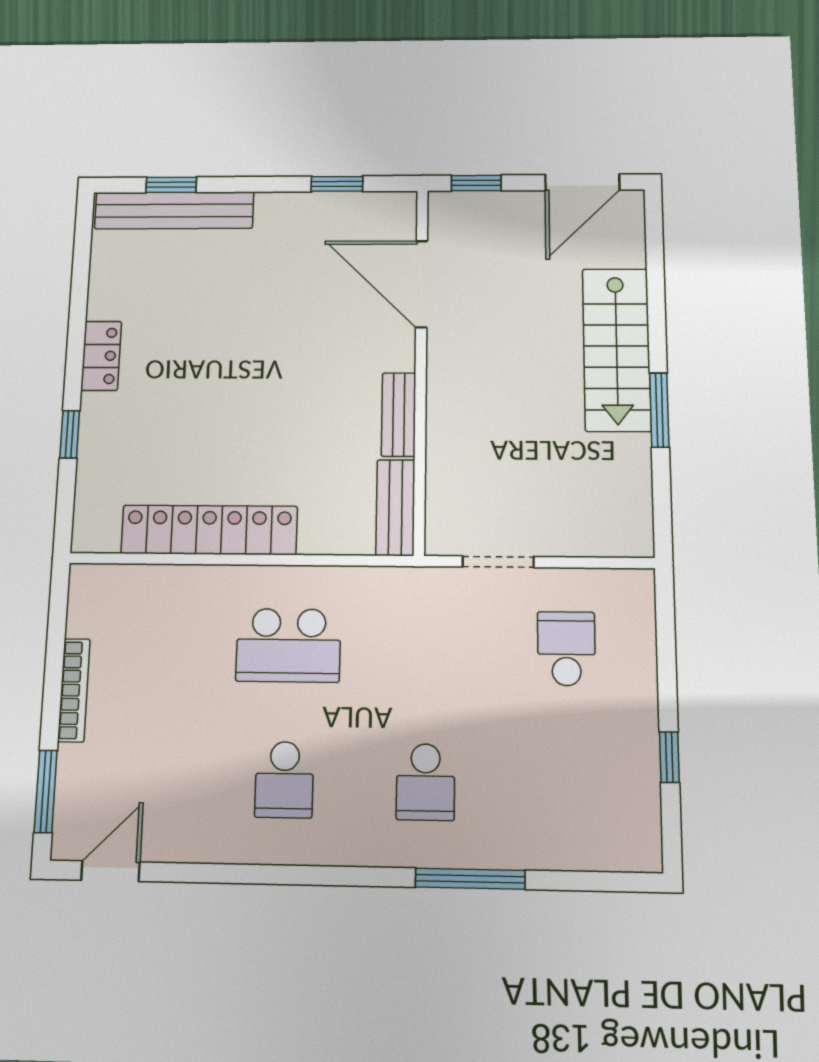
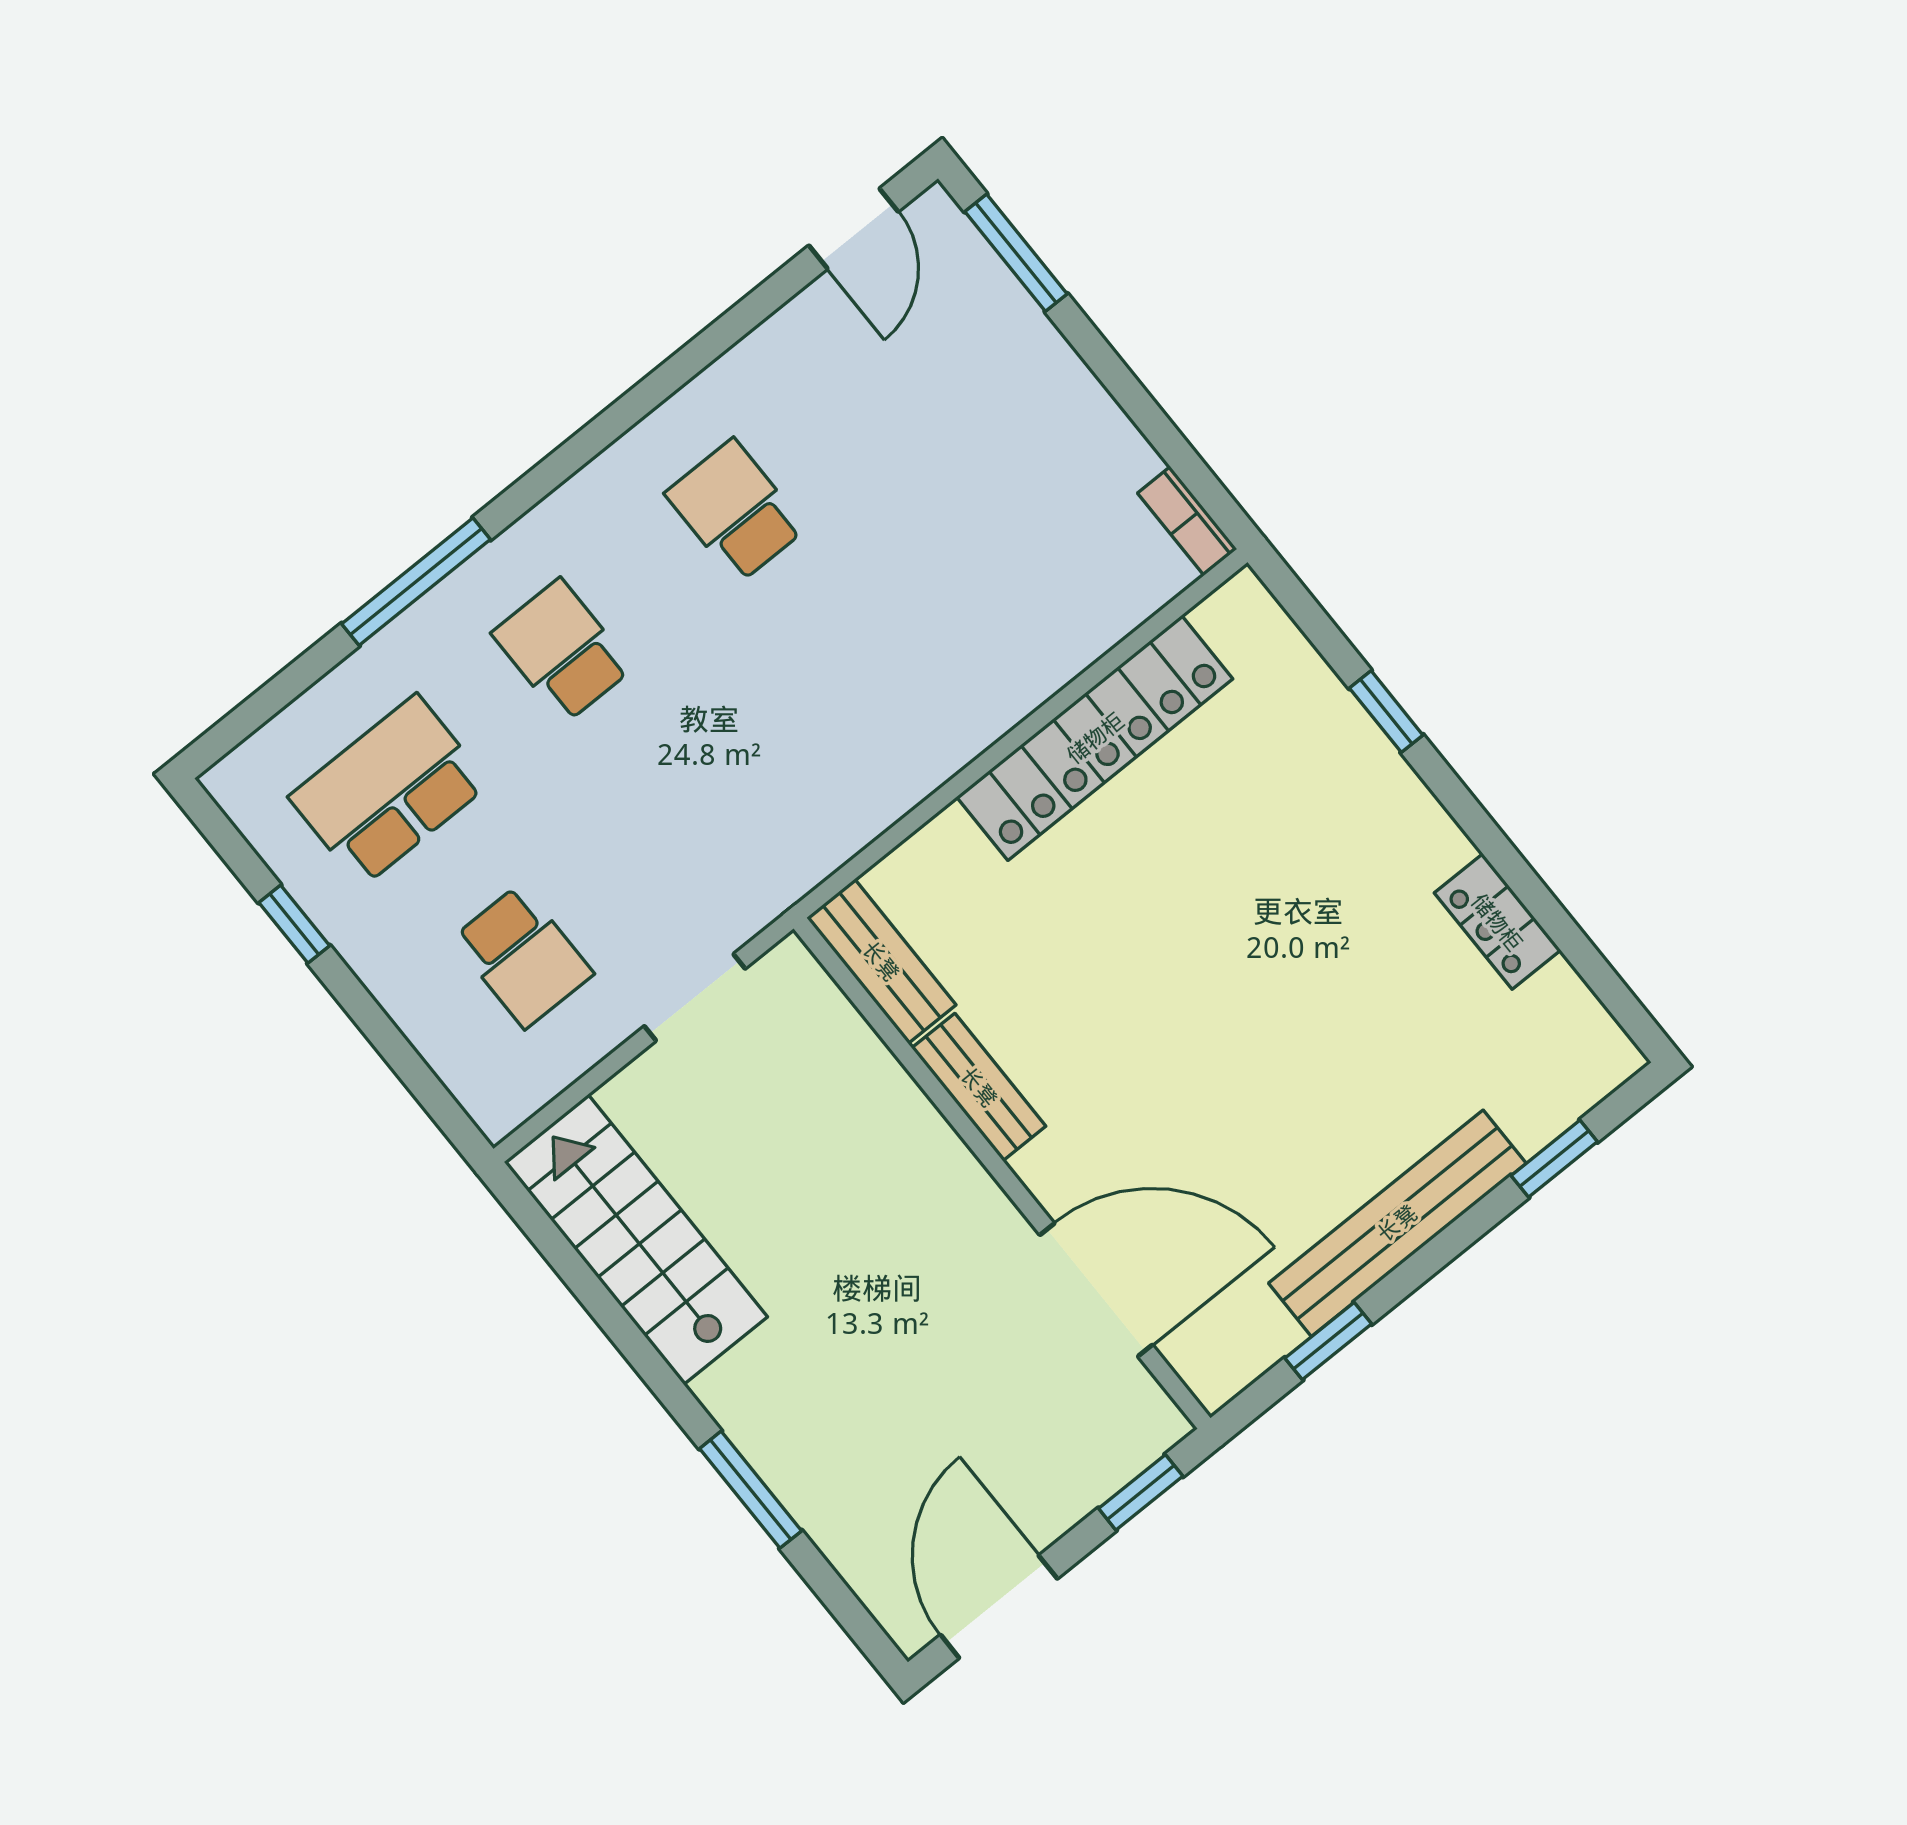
bench: (174, 210) -> (1397, 1223), moved
stairs: (616, 349) -> (636, 1239), moved
locker: (101, 356) -> (1497, 922), moved
window: (659, 410) -> (751, 1490), moved
school desk: (288, 645) -> (389, 791), moved
bookcase: (74, 690) -> (1187, 521), moved, width x0.64

